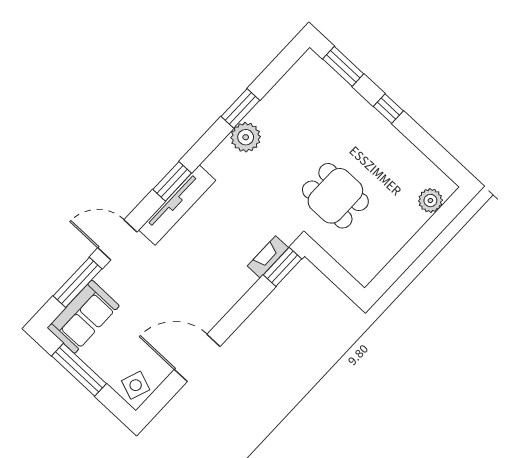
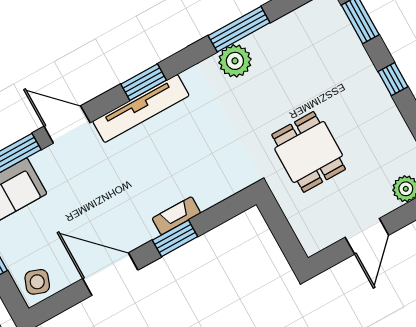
window: (240, 108) -> (239, 29), width x1.44
door: (410, 253) -> (367, 236), added
fireplace: (268, 257) -> (176, 216), moved
window: (282, 267) -> (175, 238), moved

